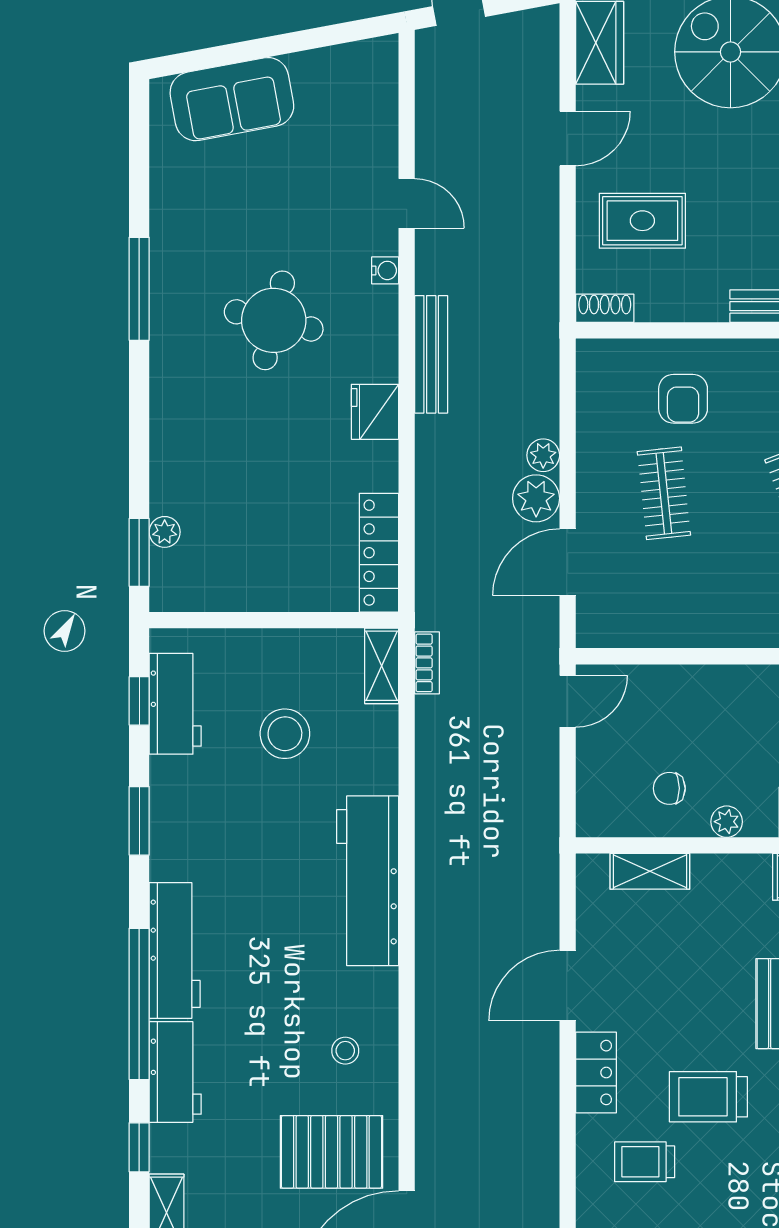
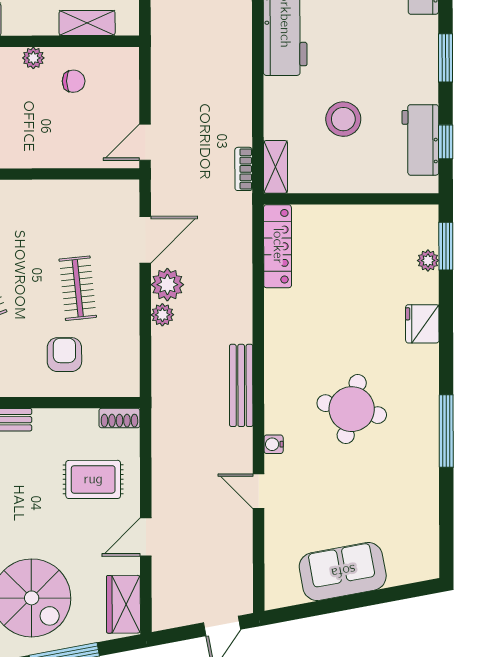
sofa: (232, 99) -> (343, 571), moved
fridge: (375, 412) -> (422, 324), moved, turned 180

